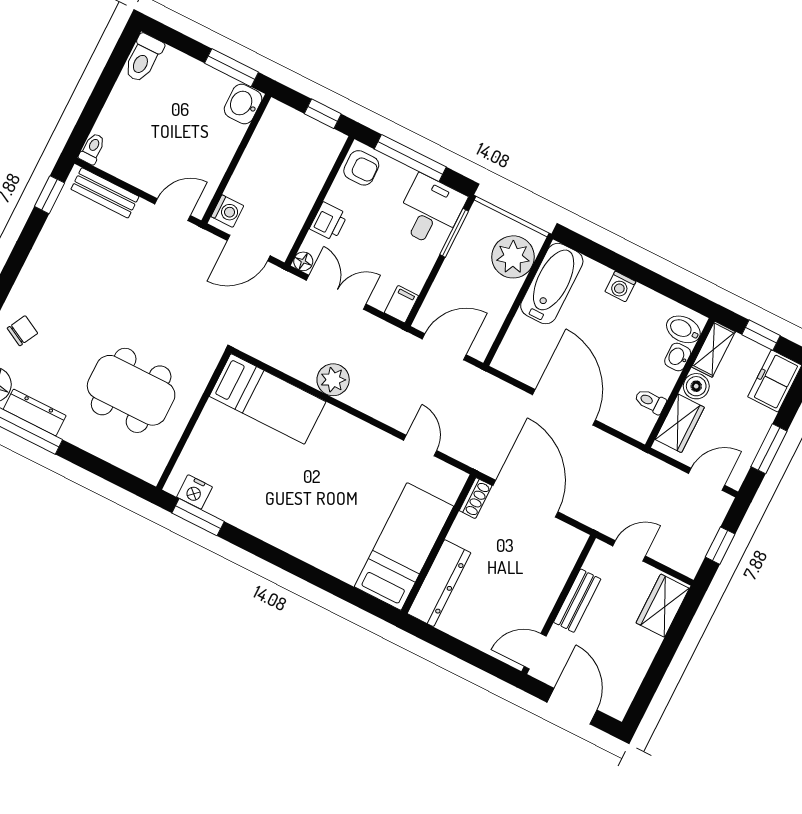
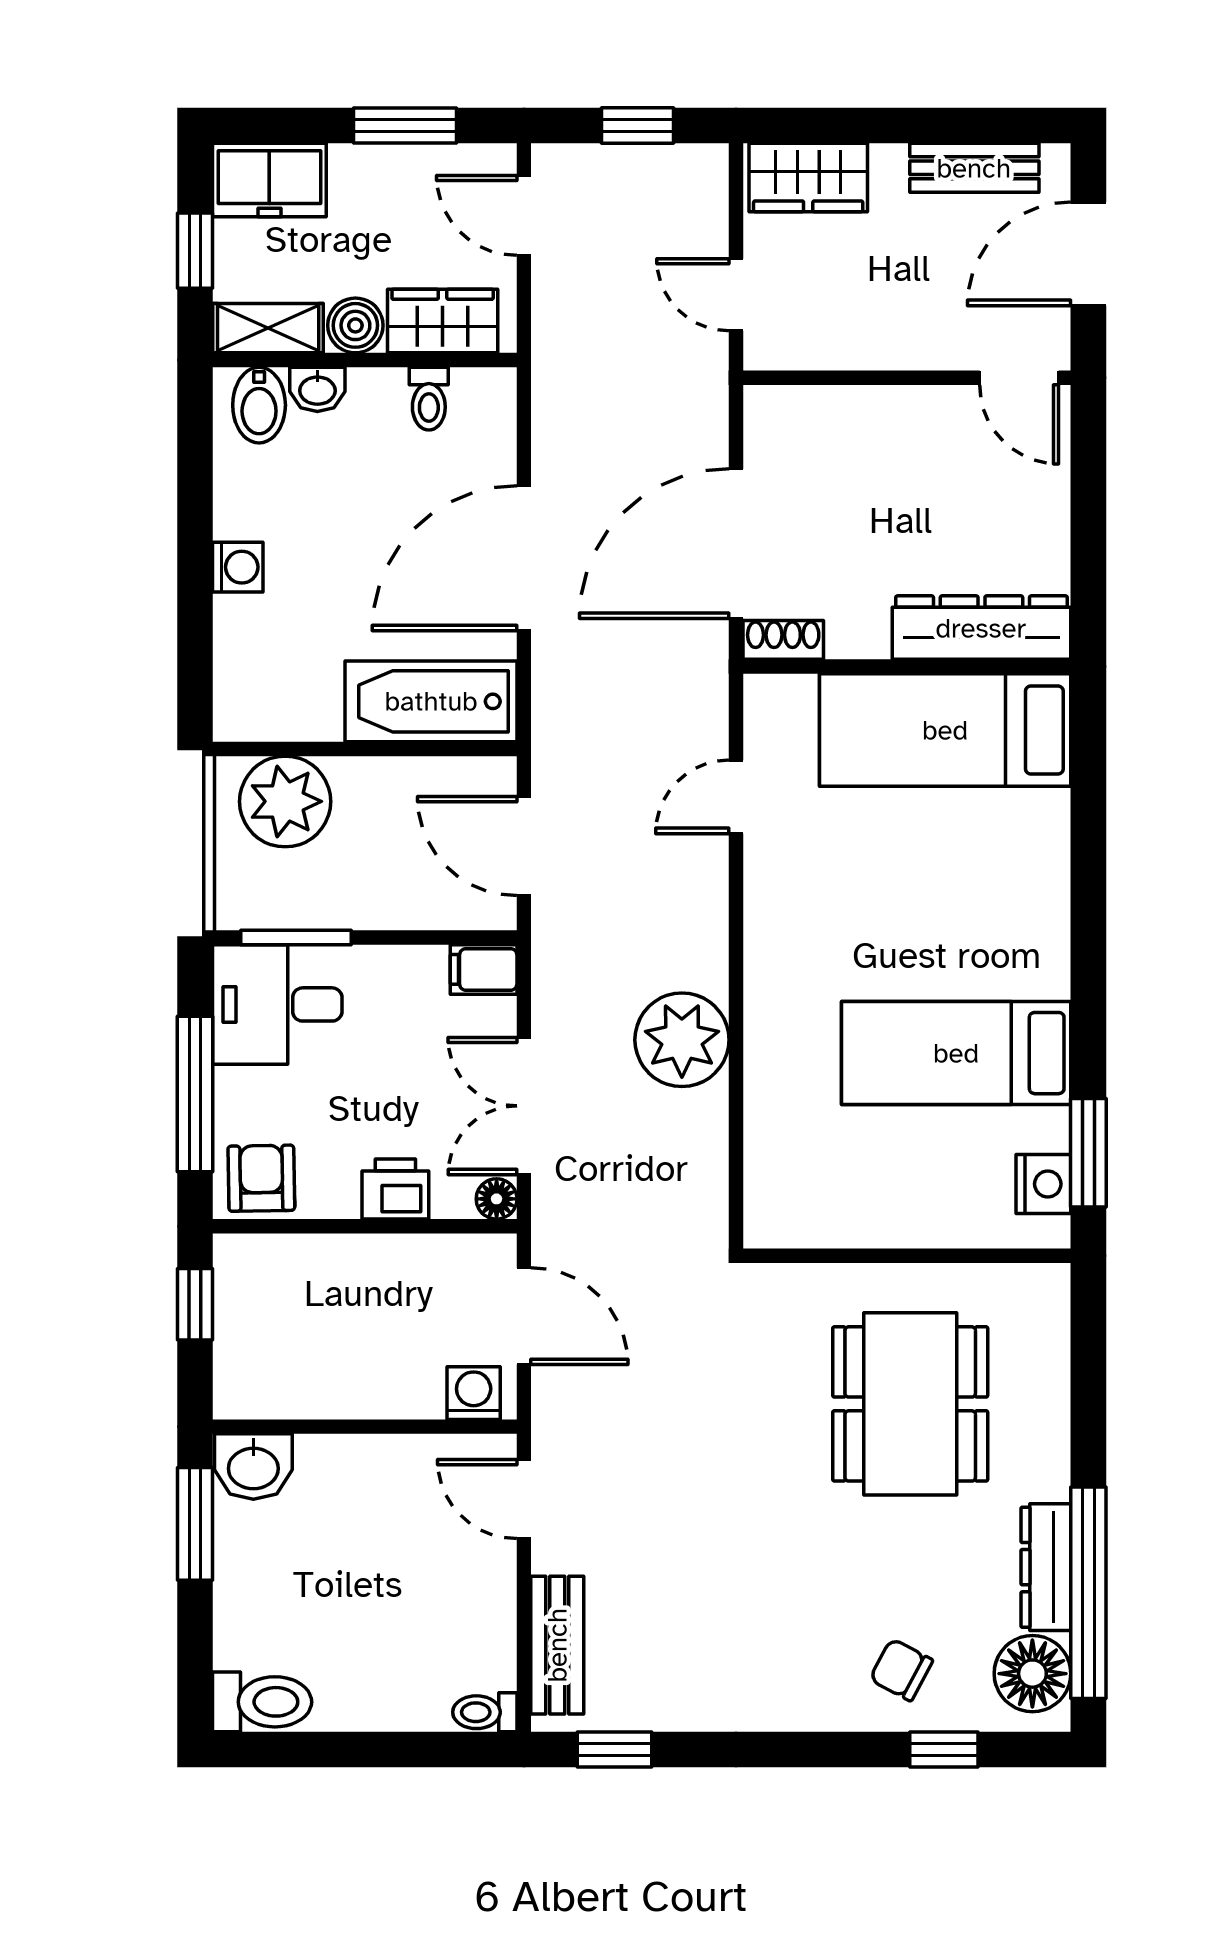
bathtub: (552, 284) -> (431, 701), moved
plant: (333, 380) -> (682, 1040), width x1.36, depth x1.36
bed: (268, 399) -> (956, 1053), moved, turned -90
bench: (577, 601) -> (974, 168), moved

